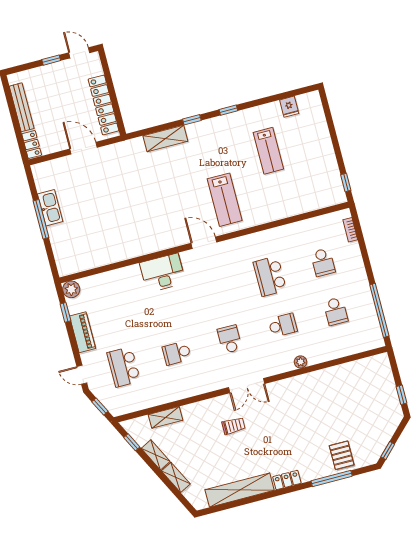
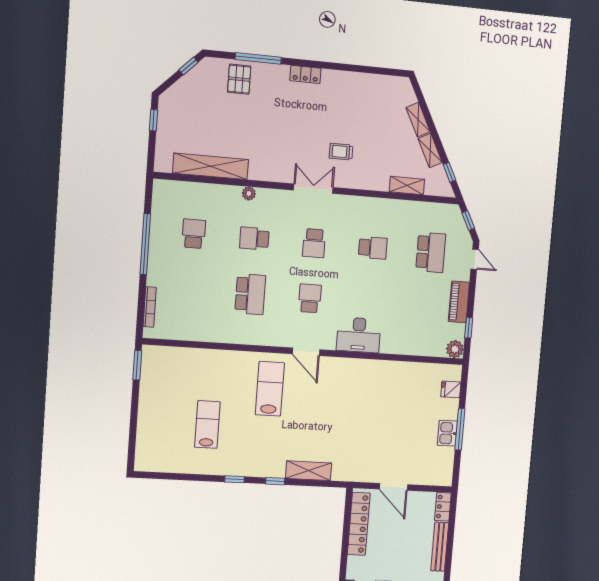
fridge: (289, 107) -> (451, 389), moved, turned -90
window: (346, 183) -> (137, 365), width x1.50
kitchen sink: (50, 208) -> (447, 433), width x0.73
bookcase: (350, 230) -> (150, 307), width x1.56
school desk: (323, 262) -> (310, 298), moved
window: (379, 310) -> (145, 244), moved
shelving: (240, 490) -> (211, 166), moved

